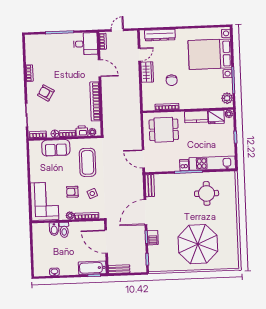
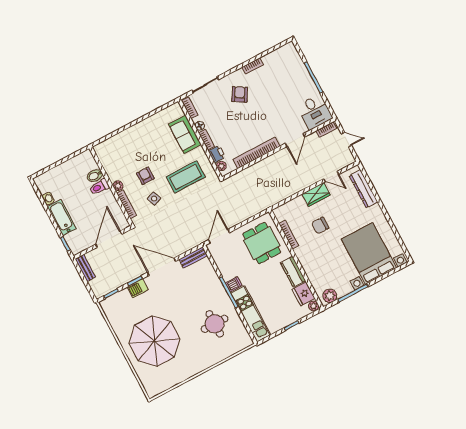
corner sofa: (45, 201) -> (120, 150), removed
bathtub: (92, 268) -> (62, 218), moved

